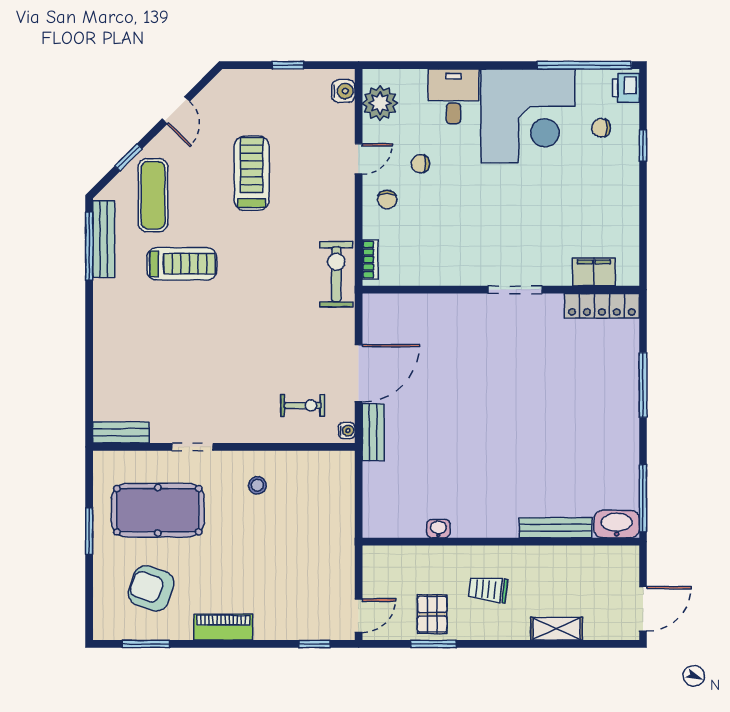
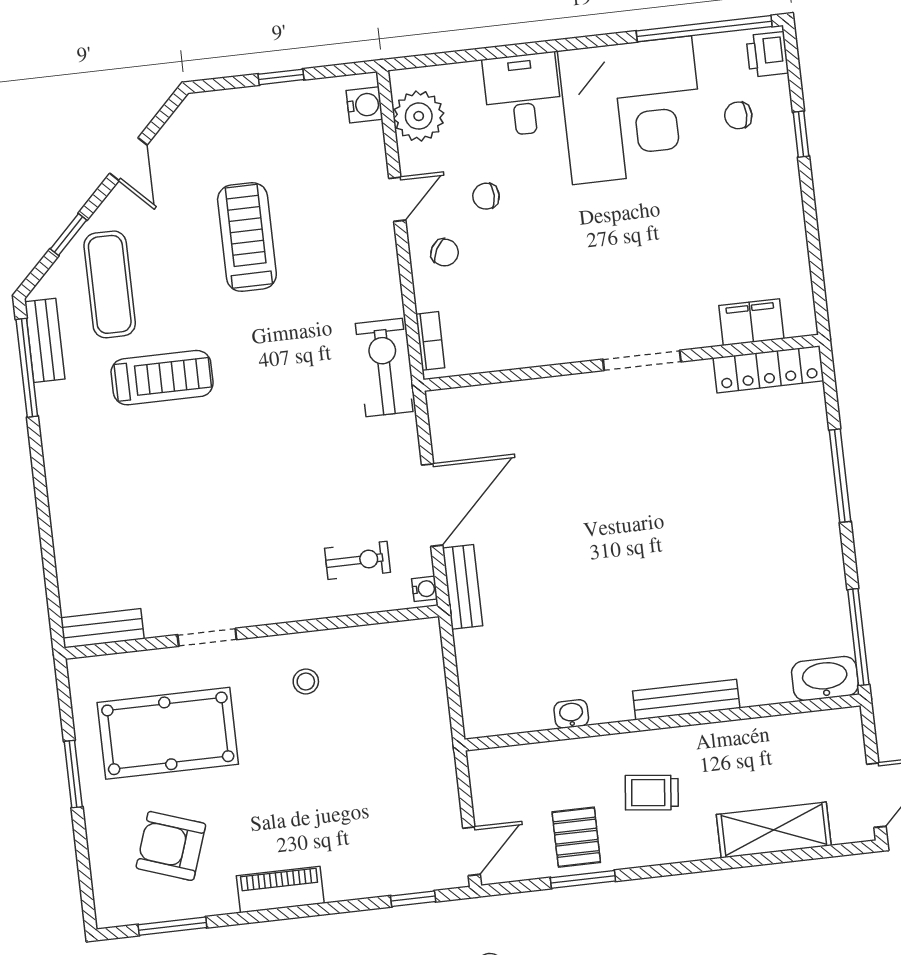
chair: (387, 199) -> (445, 252), turned -61
bench: (104, 239) -> (45, 340), width x0.73
bench: (556, 528) -> (686, 700), moved
shelving: (557, 629) -> (774, 830), width x1.50, depth x1.33

